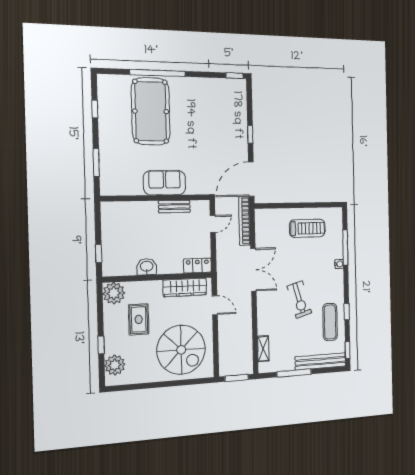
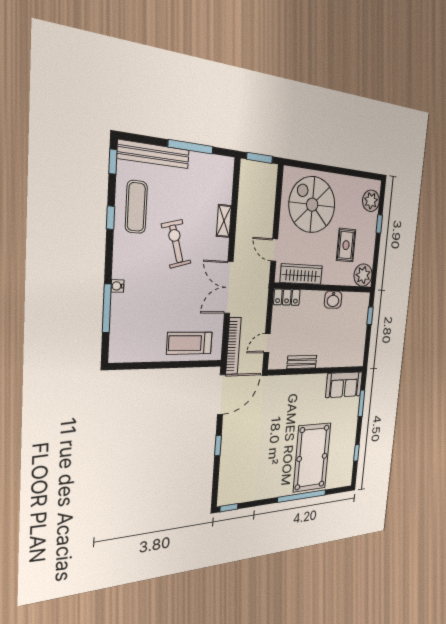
sofa: (165, 183) -> (344, 385), moved
treadmill: (307, 228) -> (190, 343), moved
shelving: (263, 349) -> (224, 221), moved

